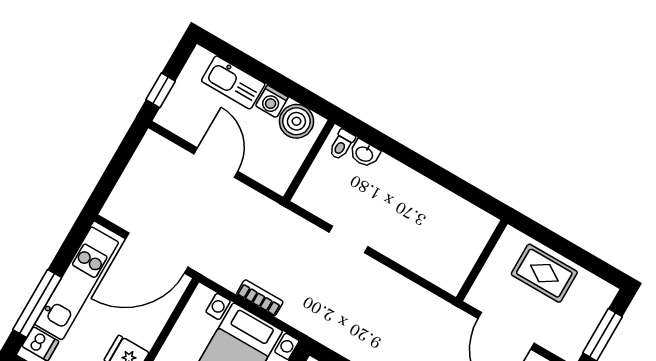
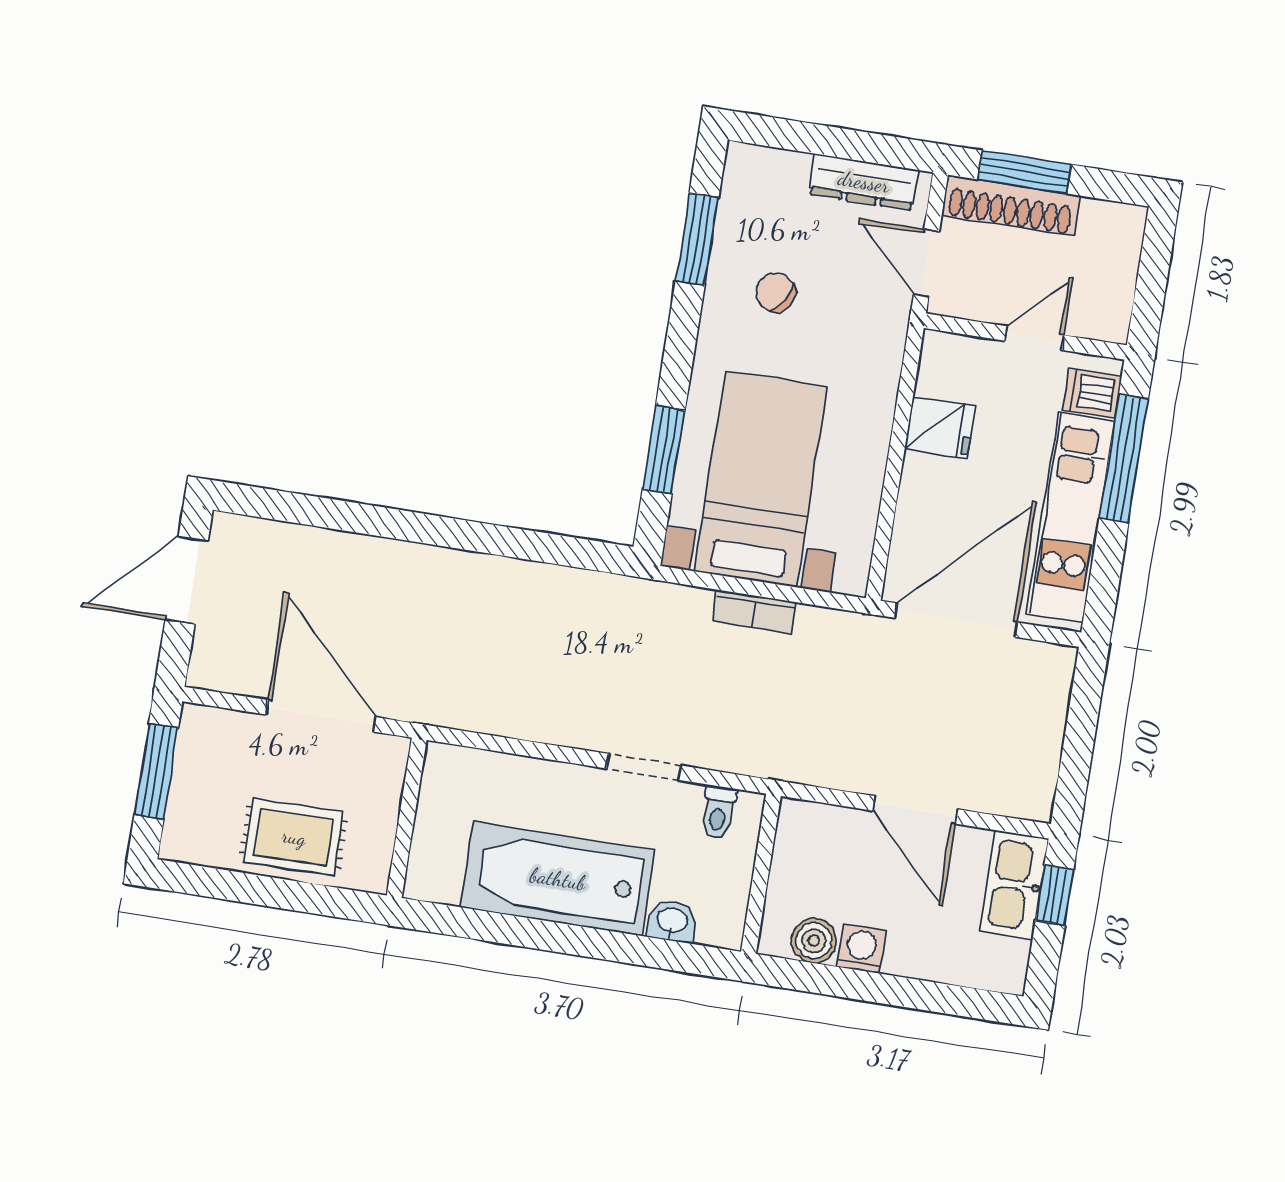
kitchen sink: (233, 82) -> (1014, 885), moved, turned -90
boiler: (296, 121) -> (814, 941), width x0.73, depth x0.73
toilet: (342, 144) -> (718, 812), moved, turned 180
bathtub: (416, 199) -> (558, 879), added

